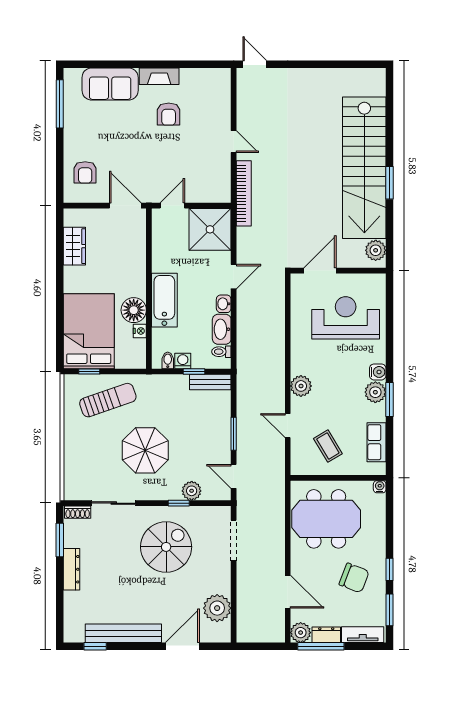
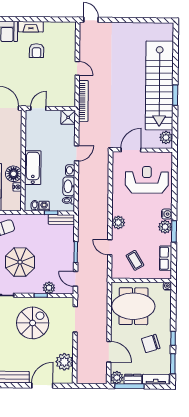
shower: (210, 229) -> (68, 117), width x0.54, depth x0.54
chair: (354, 578) -> (151, 343), turned 141

